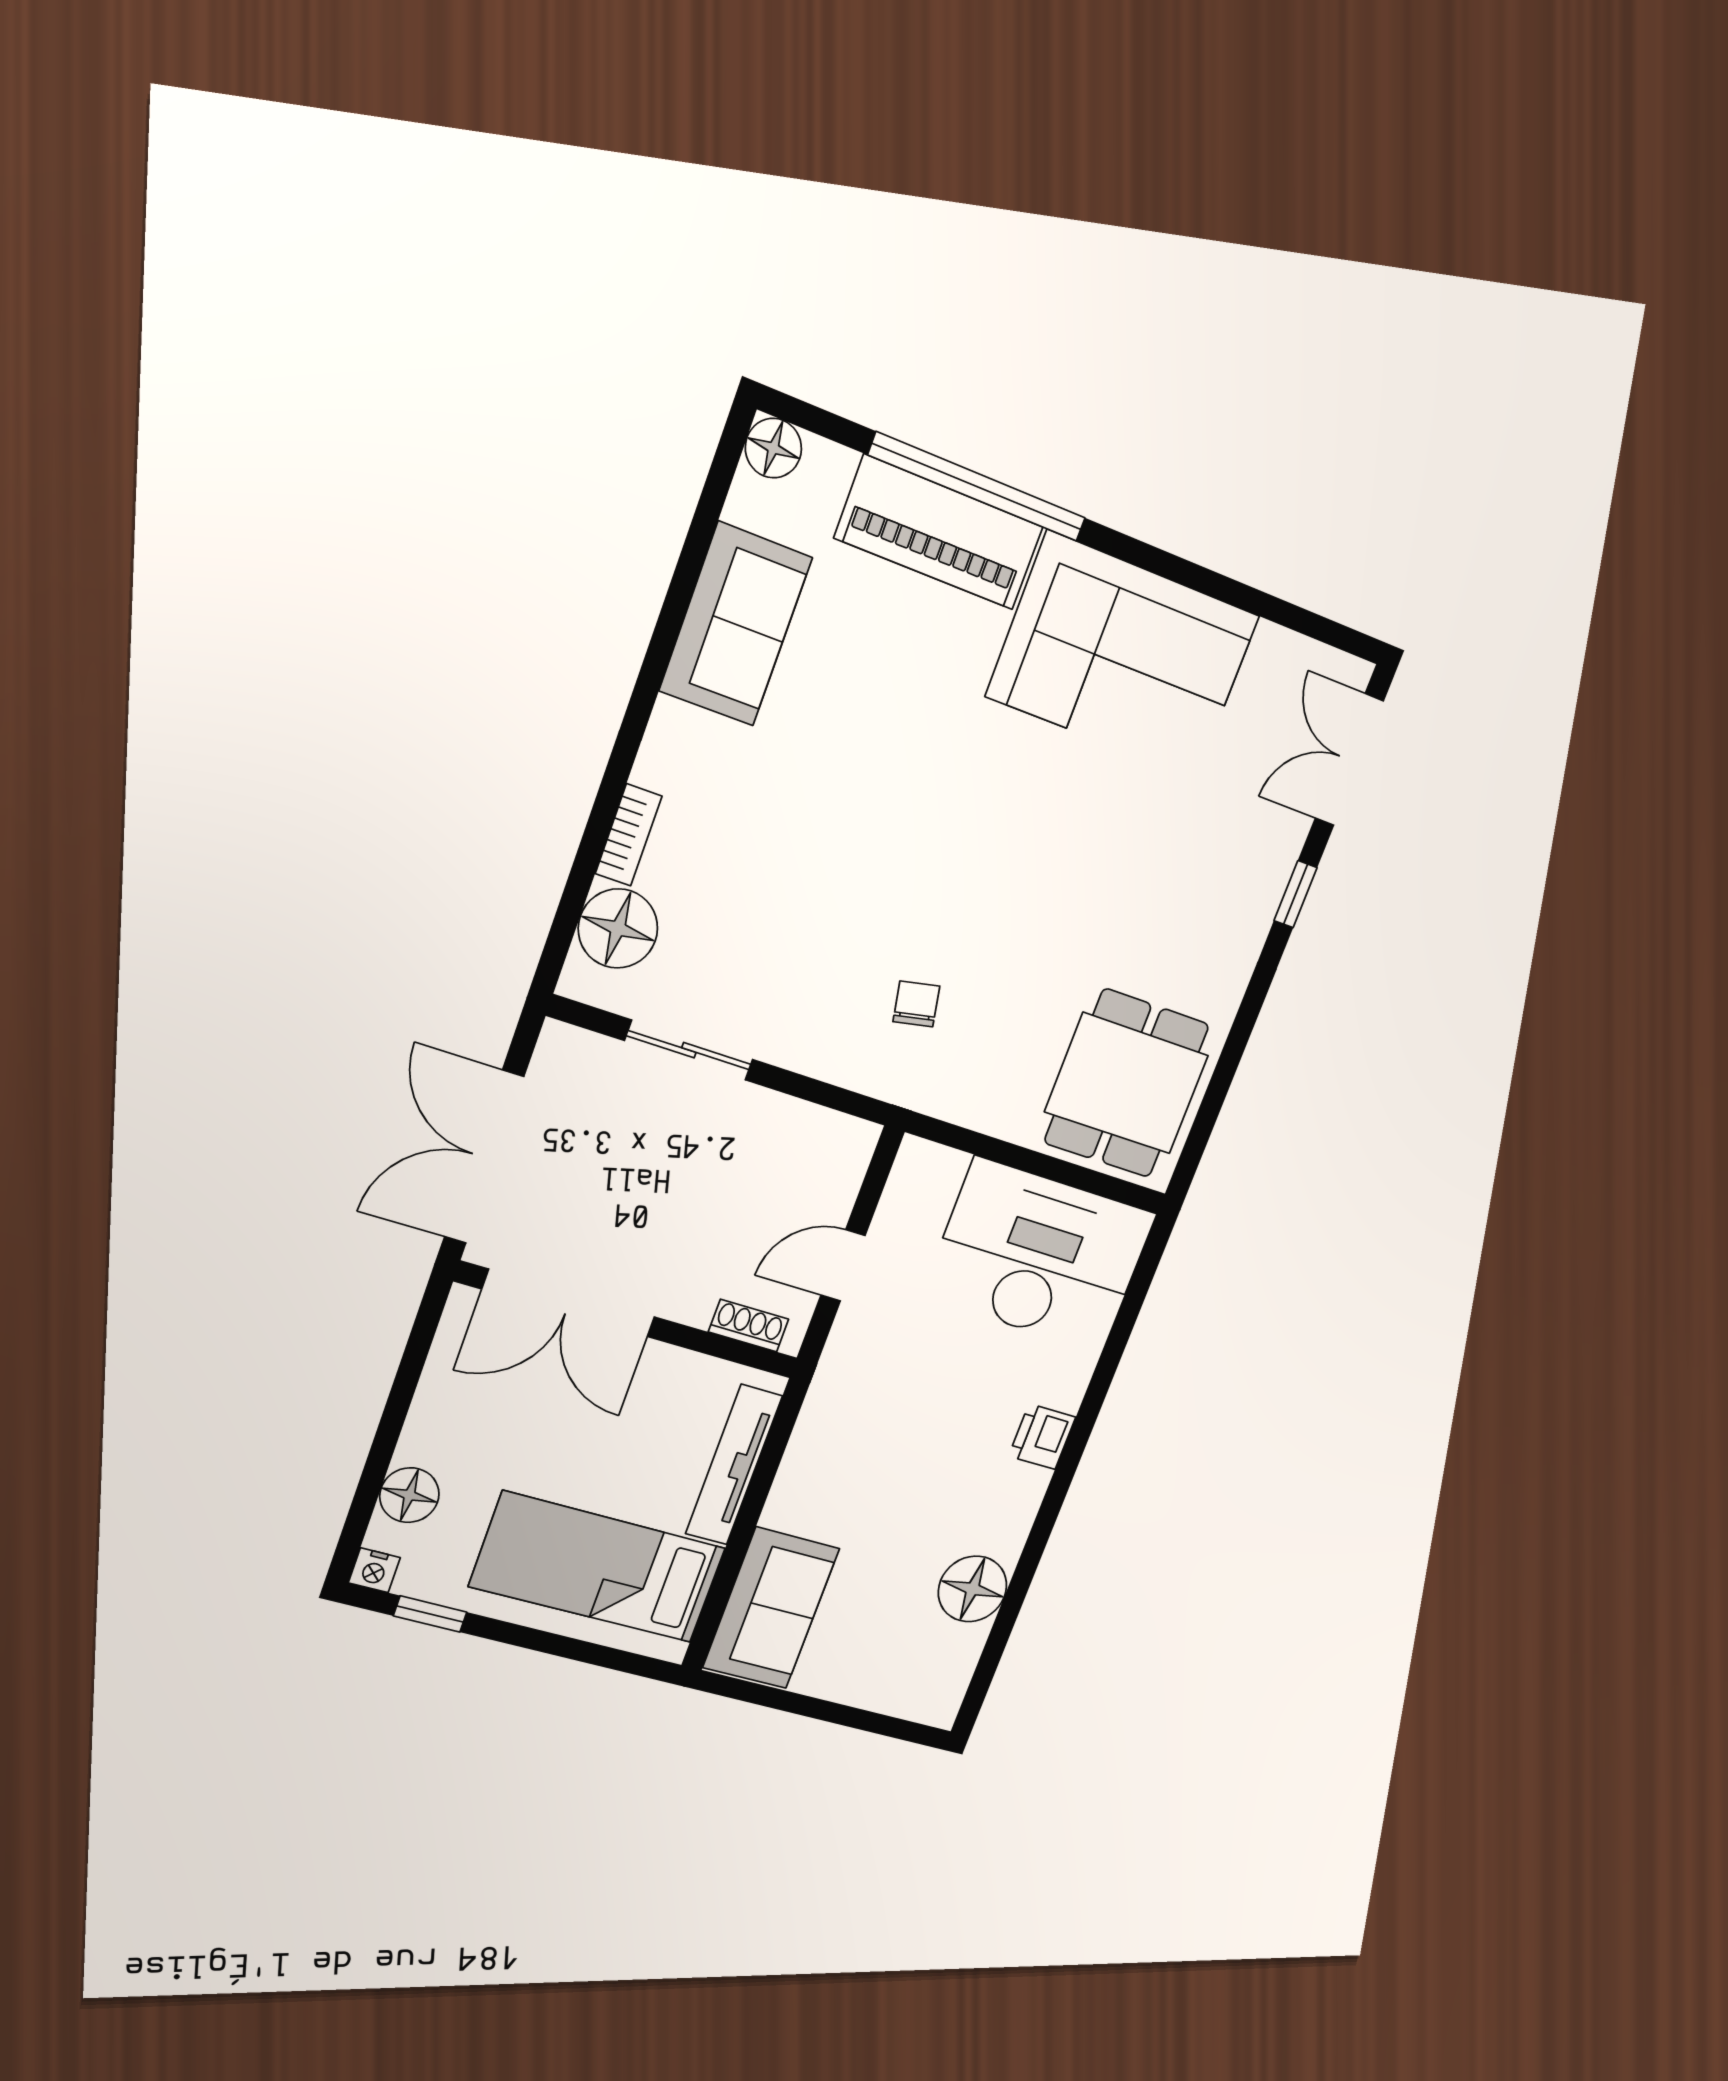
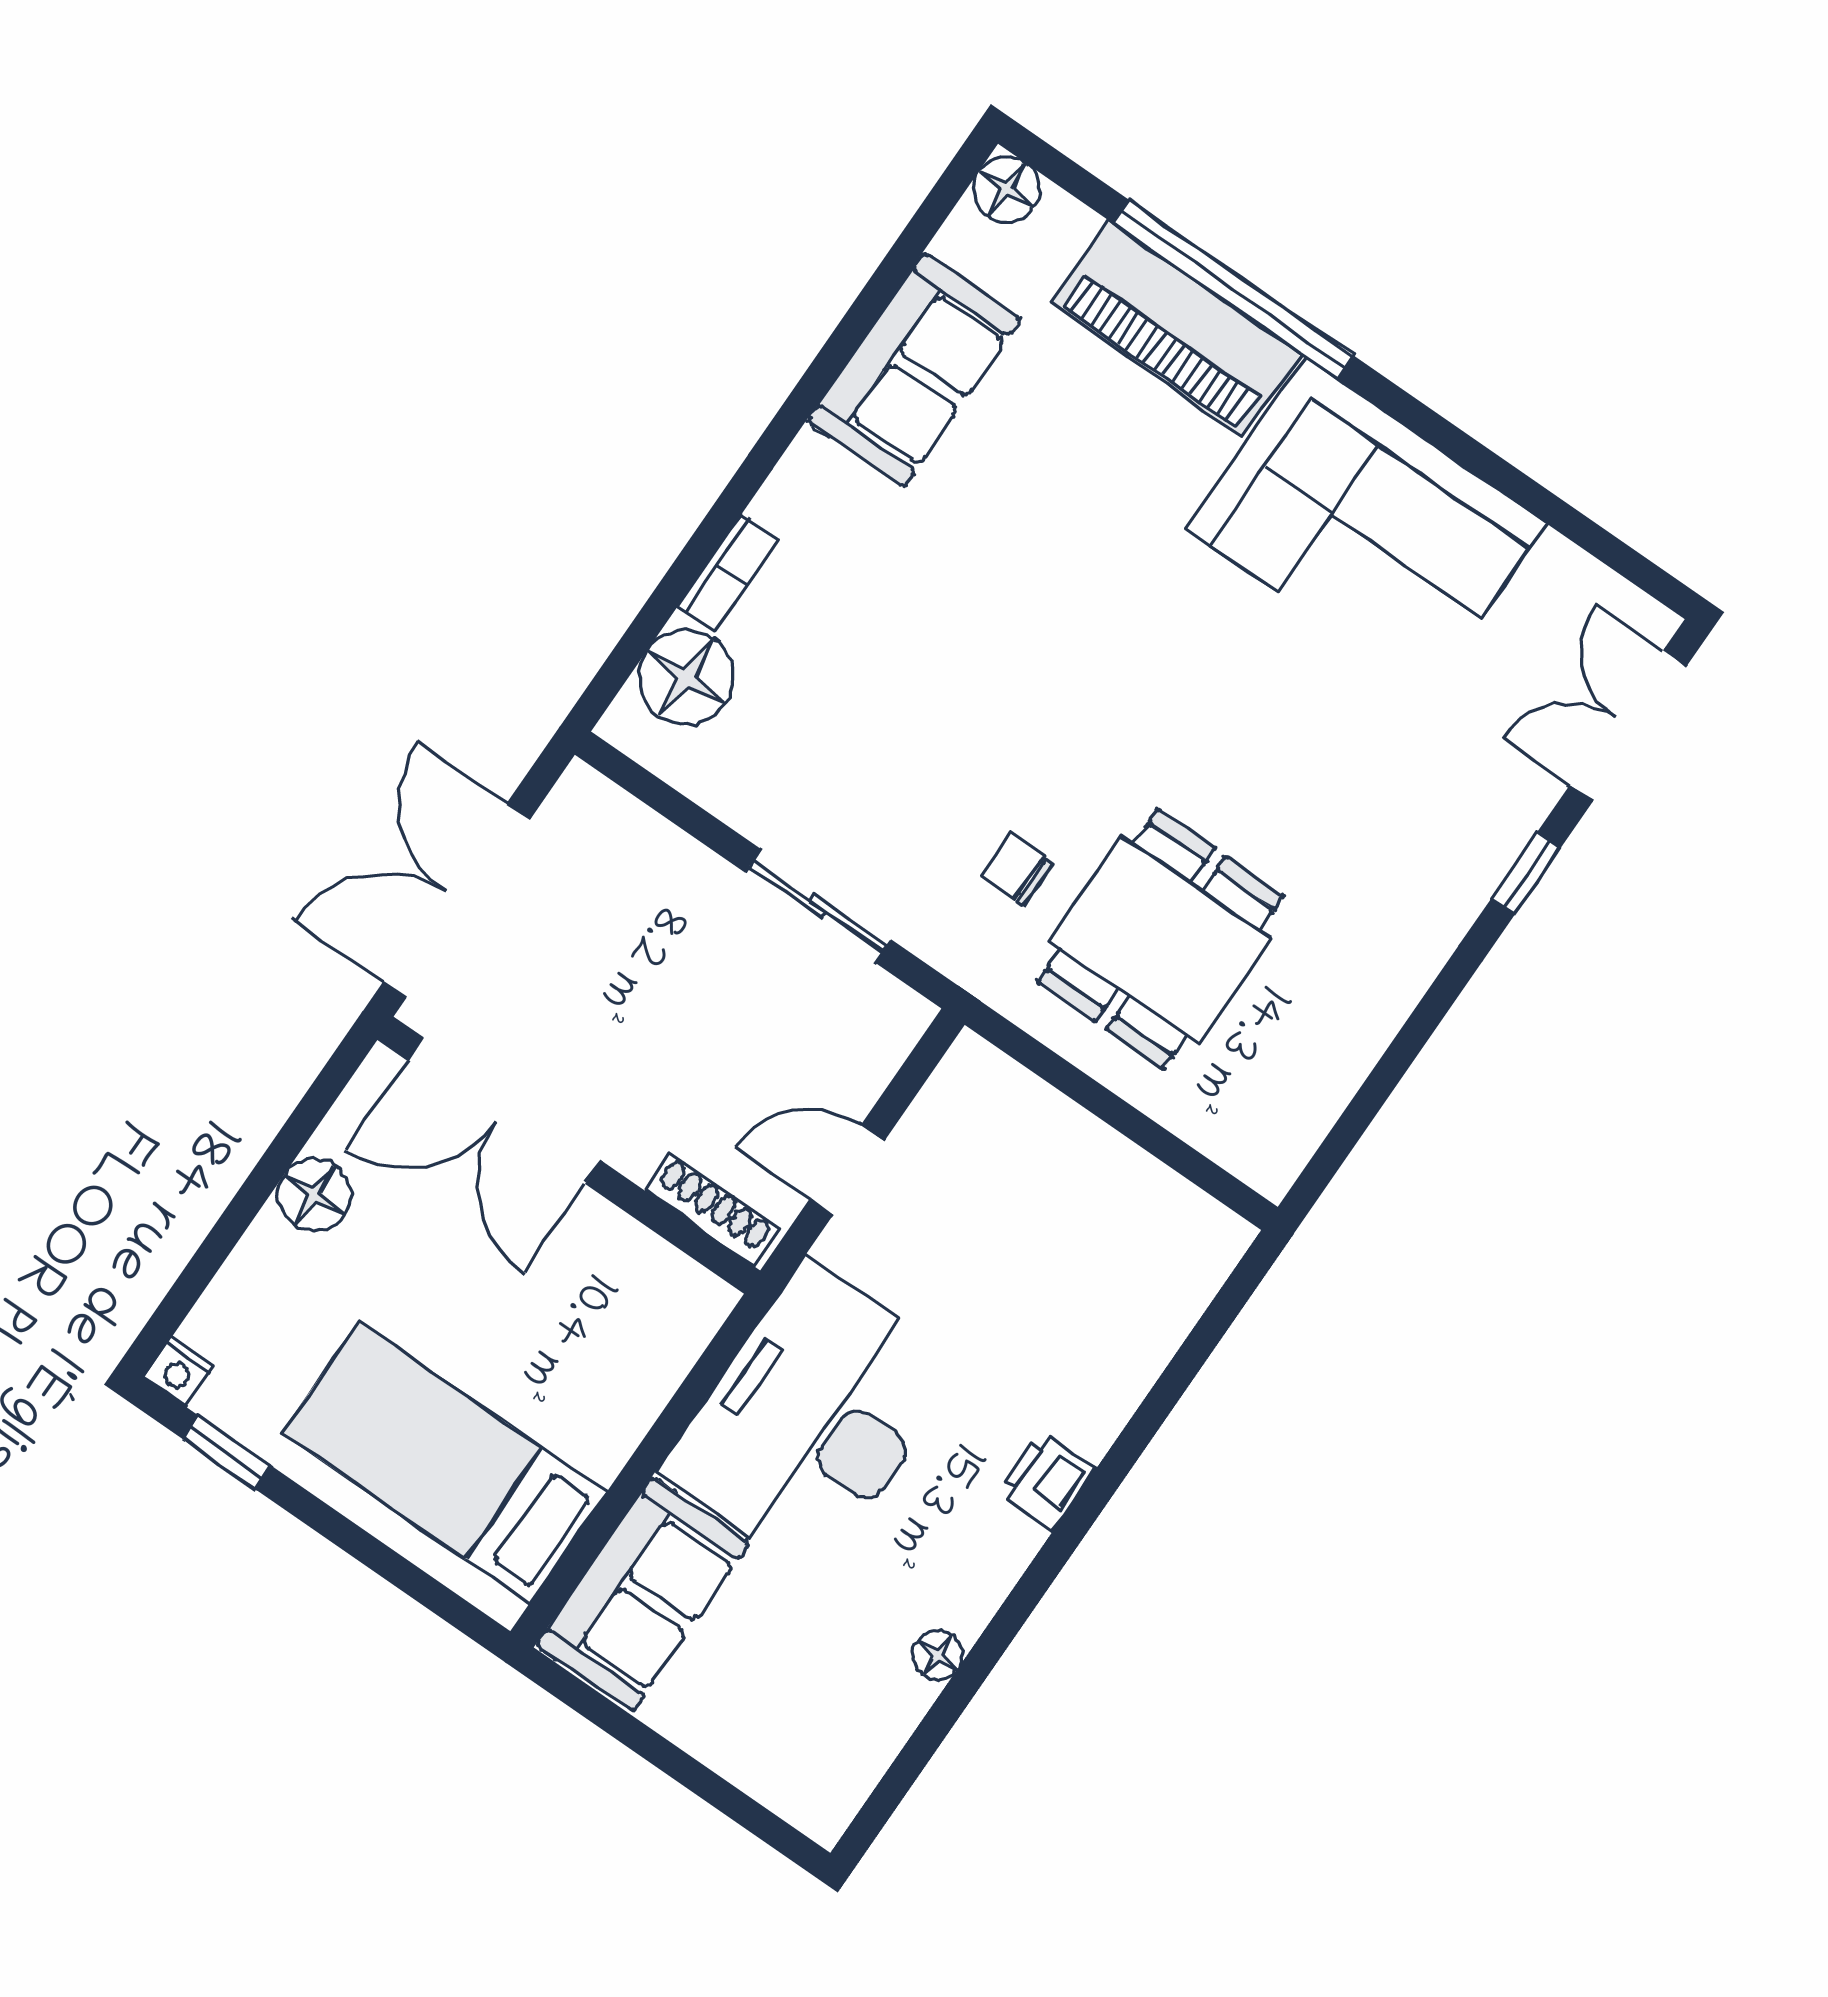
chair: (916, 1004) -> (1017, 870), turned -79
sliding door: (689, 1050) -> (818, 906), moved
dining table: (1127, 1084) -> (1161, 939), moved
desk: (1039, 1255) -> (812, 1419), moved, turned -90
shoe rack: (749, 1326) -> (712, 1209), width x1.43
tv unit: (734, 1465) -> (646, 1385), removed
floor lamp: (409, 1495) -> (314, 1195), moved
floor lamp: (972, 1589) -> (937, 1655), width x0.53, depth x0.53

